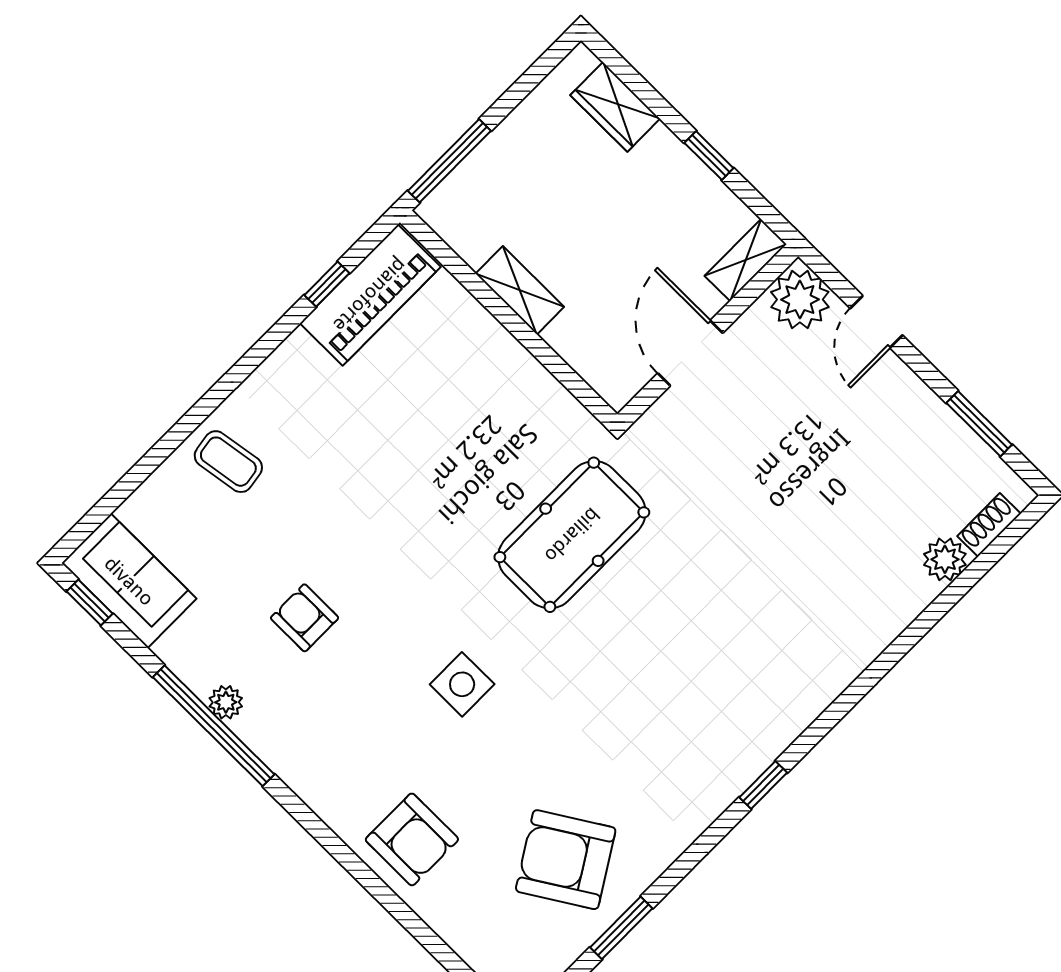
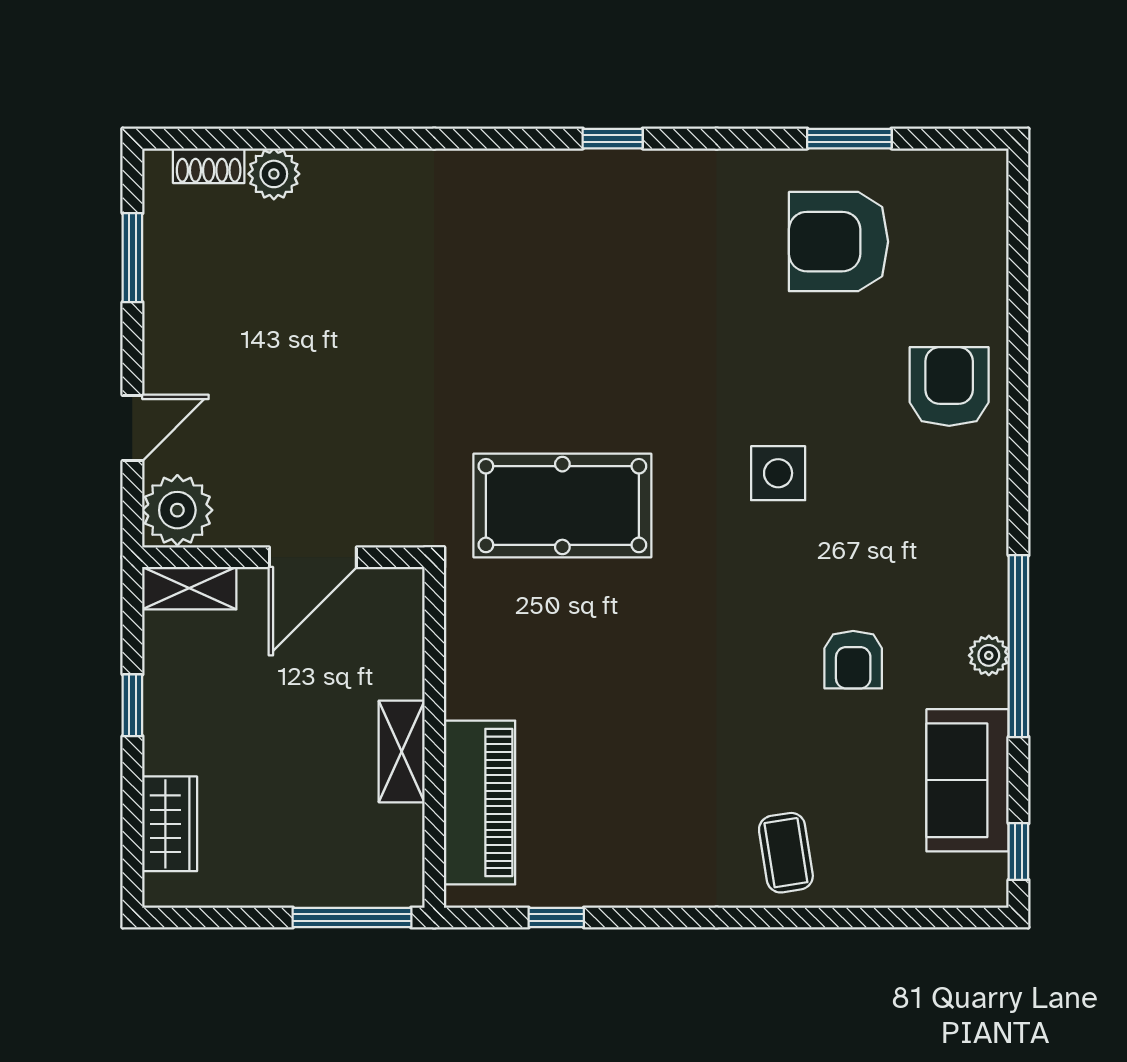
piano: (370, 295) -> (480, 803), moved, turned 90
sofa: (129, 581) -> (968, 780), moved
armchair: (566, 860) -> (838, 242), turned 122

